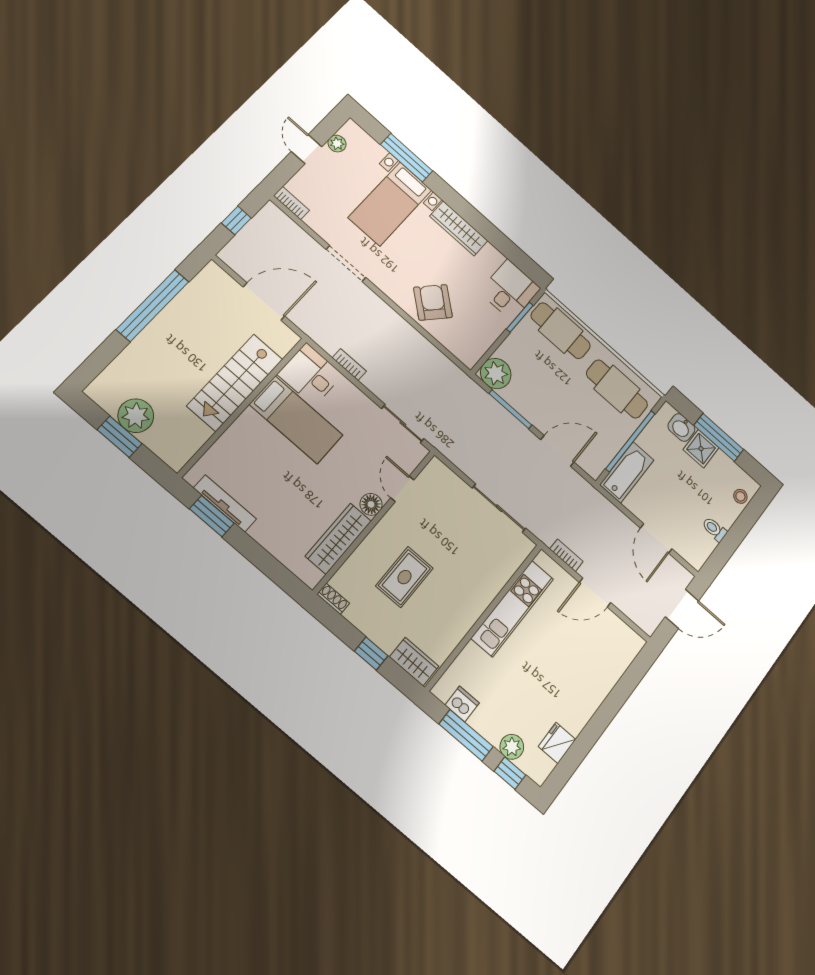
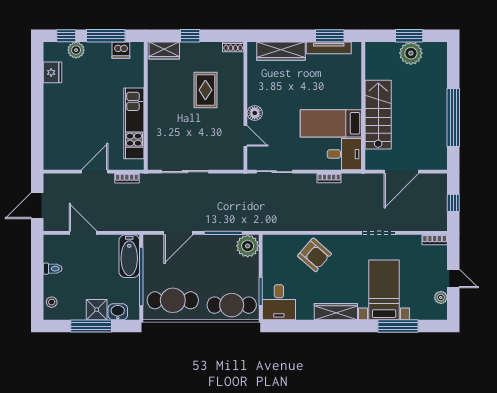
wardrobe: (338, 539) -> (281, 51), moved, turned 90

